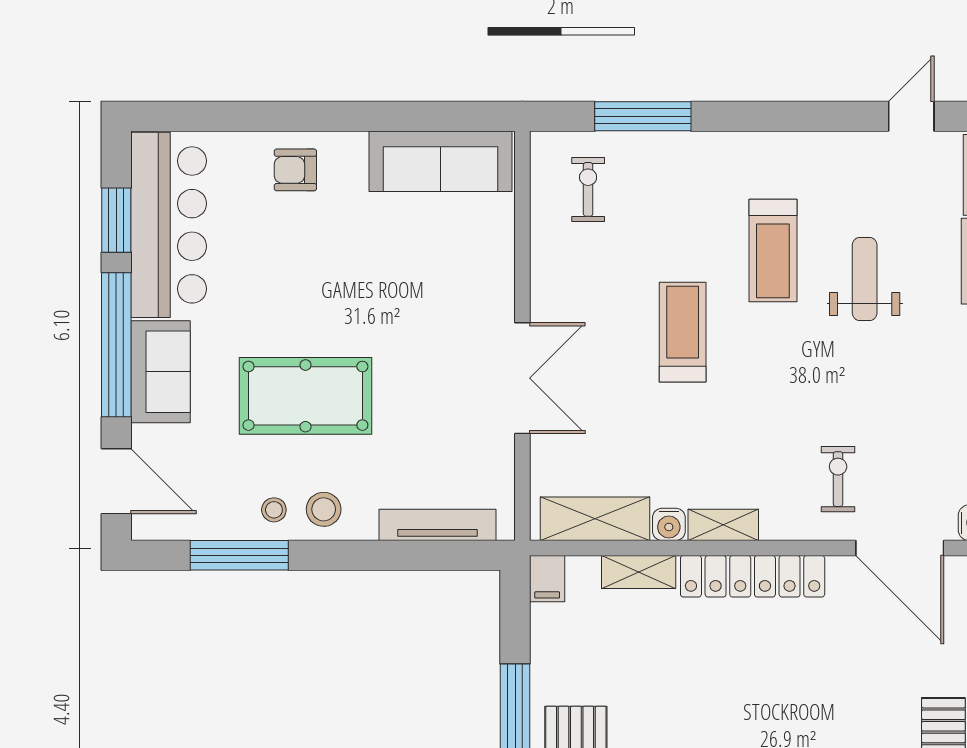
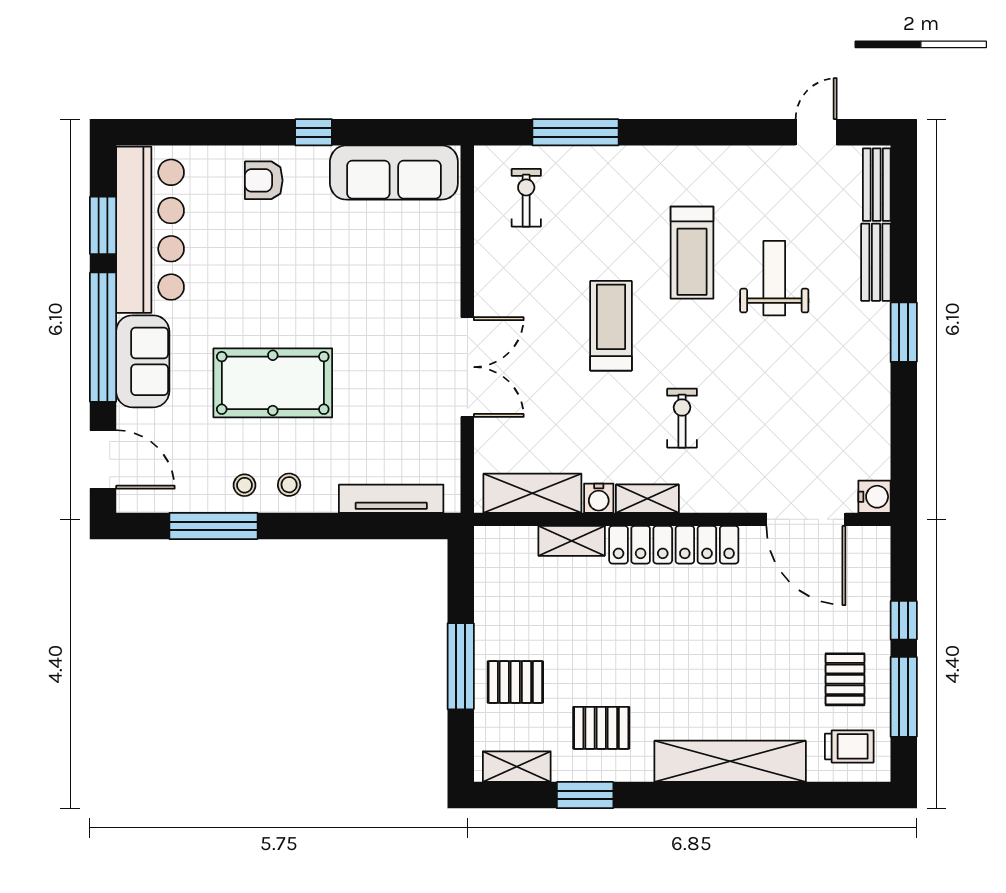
window: (351, 116) -> (314, 132), added
exercise bike: (838, 479) -> (682, 418), moved
stool: (324, 509) -> (289, 485), width x0.73, depth x0.73
filing cabinet: (547, 579) -> (490, 547), removed

